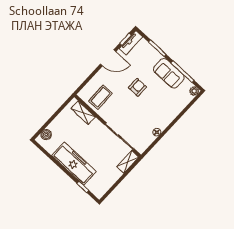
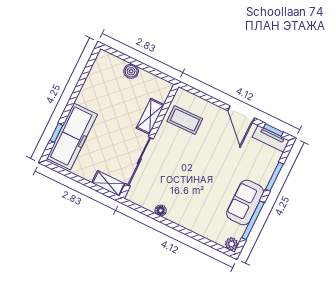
armchair: (137, 87) -> (213, 166), removed
shelving: (83, 113) -> (150, 116), moved
boiler: (46, 135) -> (131, 71), moved
freezer: (74, 164) -> (72, 136), moved

